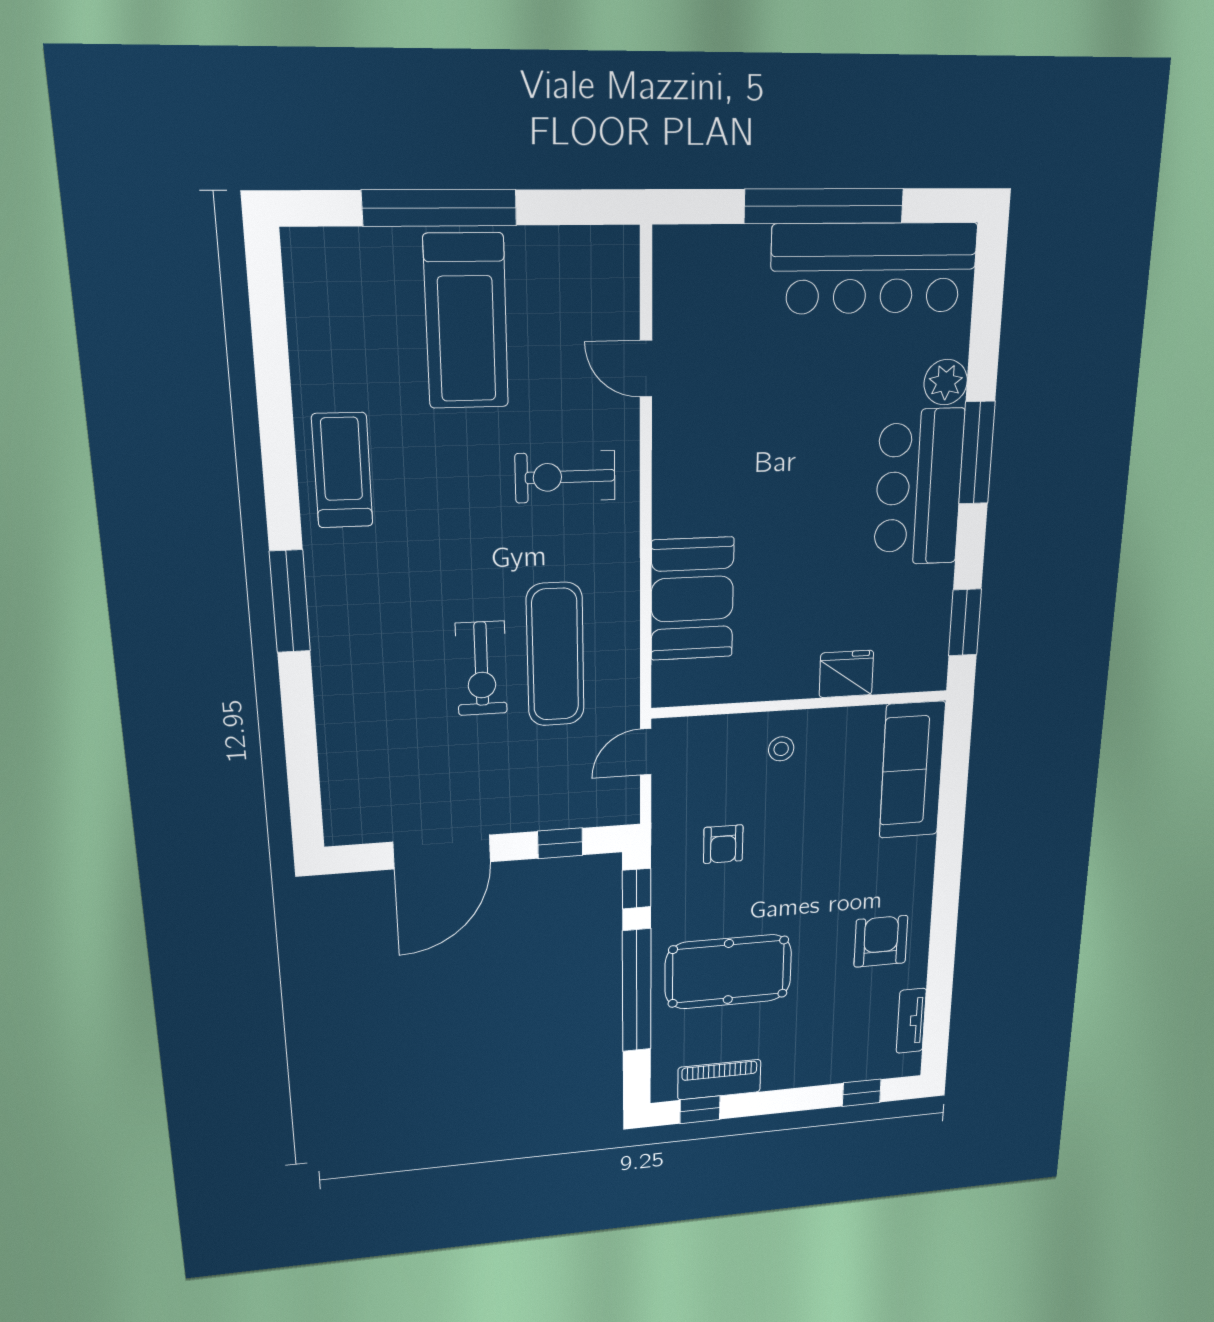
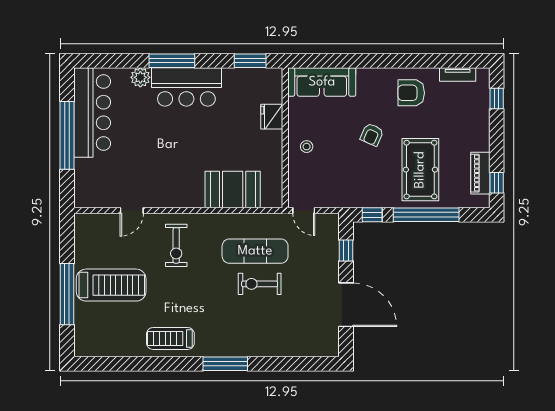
exercise bike: (481, 668) -> (260, 284), turned 180
armchair: (723, 844) -> (372, 135), moved, turned 114

